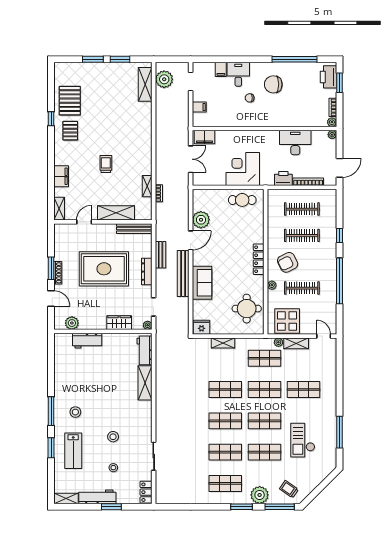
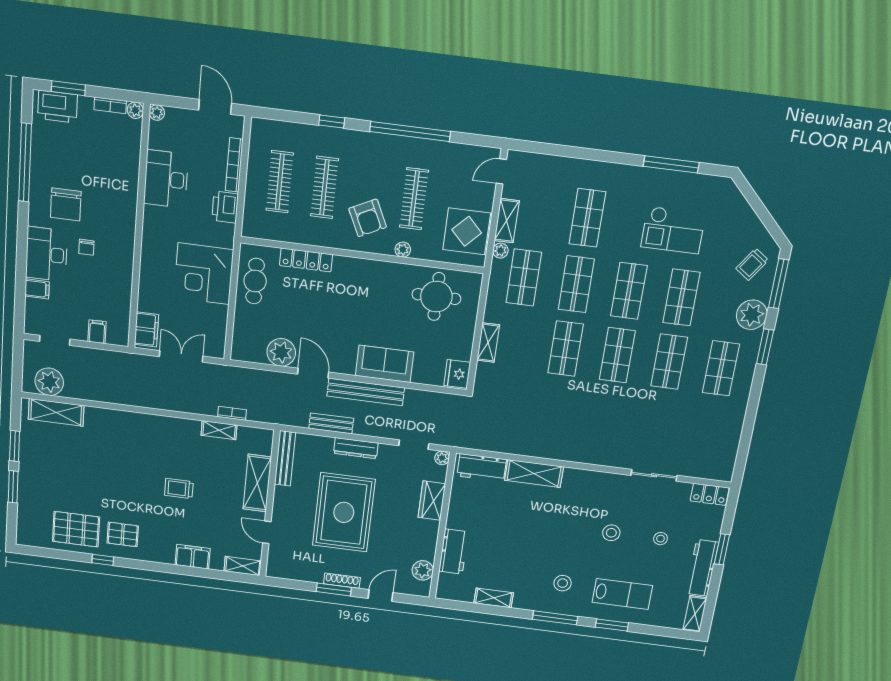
desk: (238, 74) -> (47, 254), width x1.37
locker: (259, 259) -> (306, 260), moved
shelving: (59, 370) -> (494, 598), added

